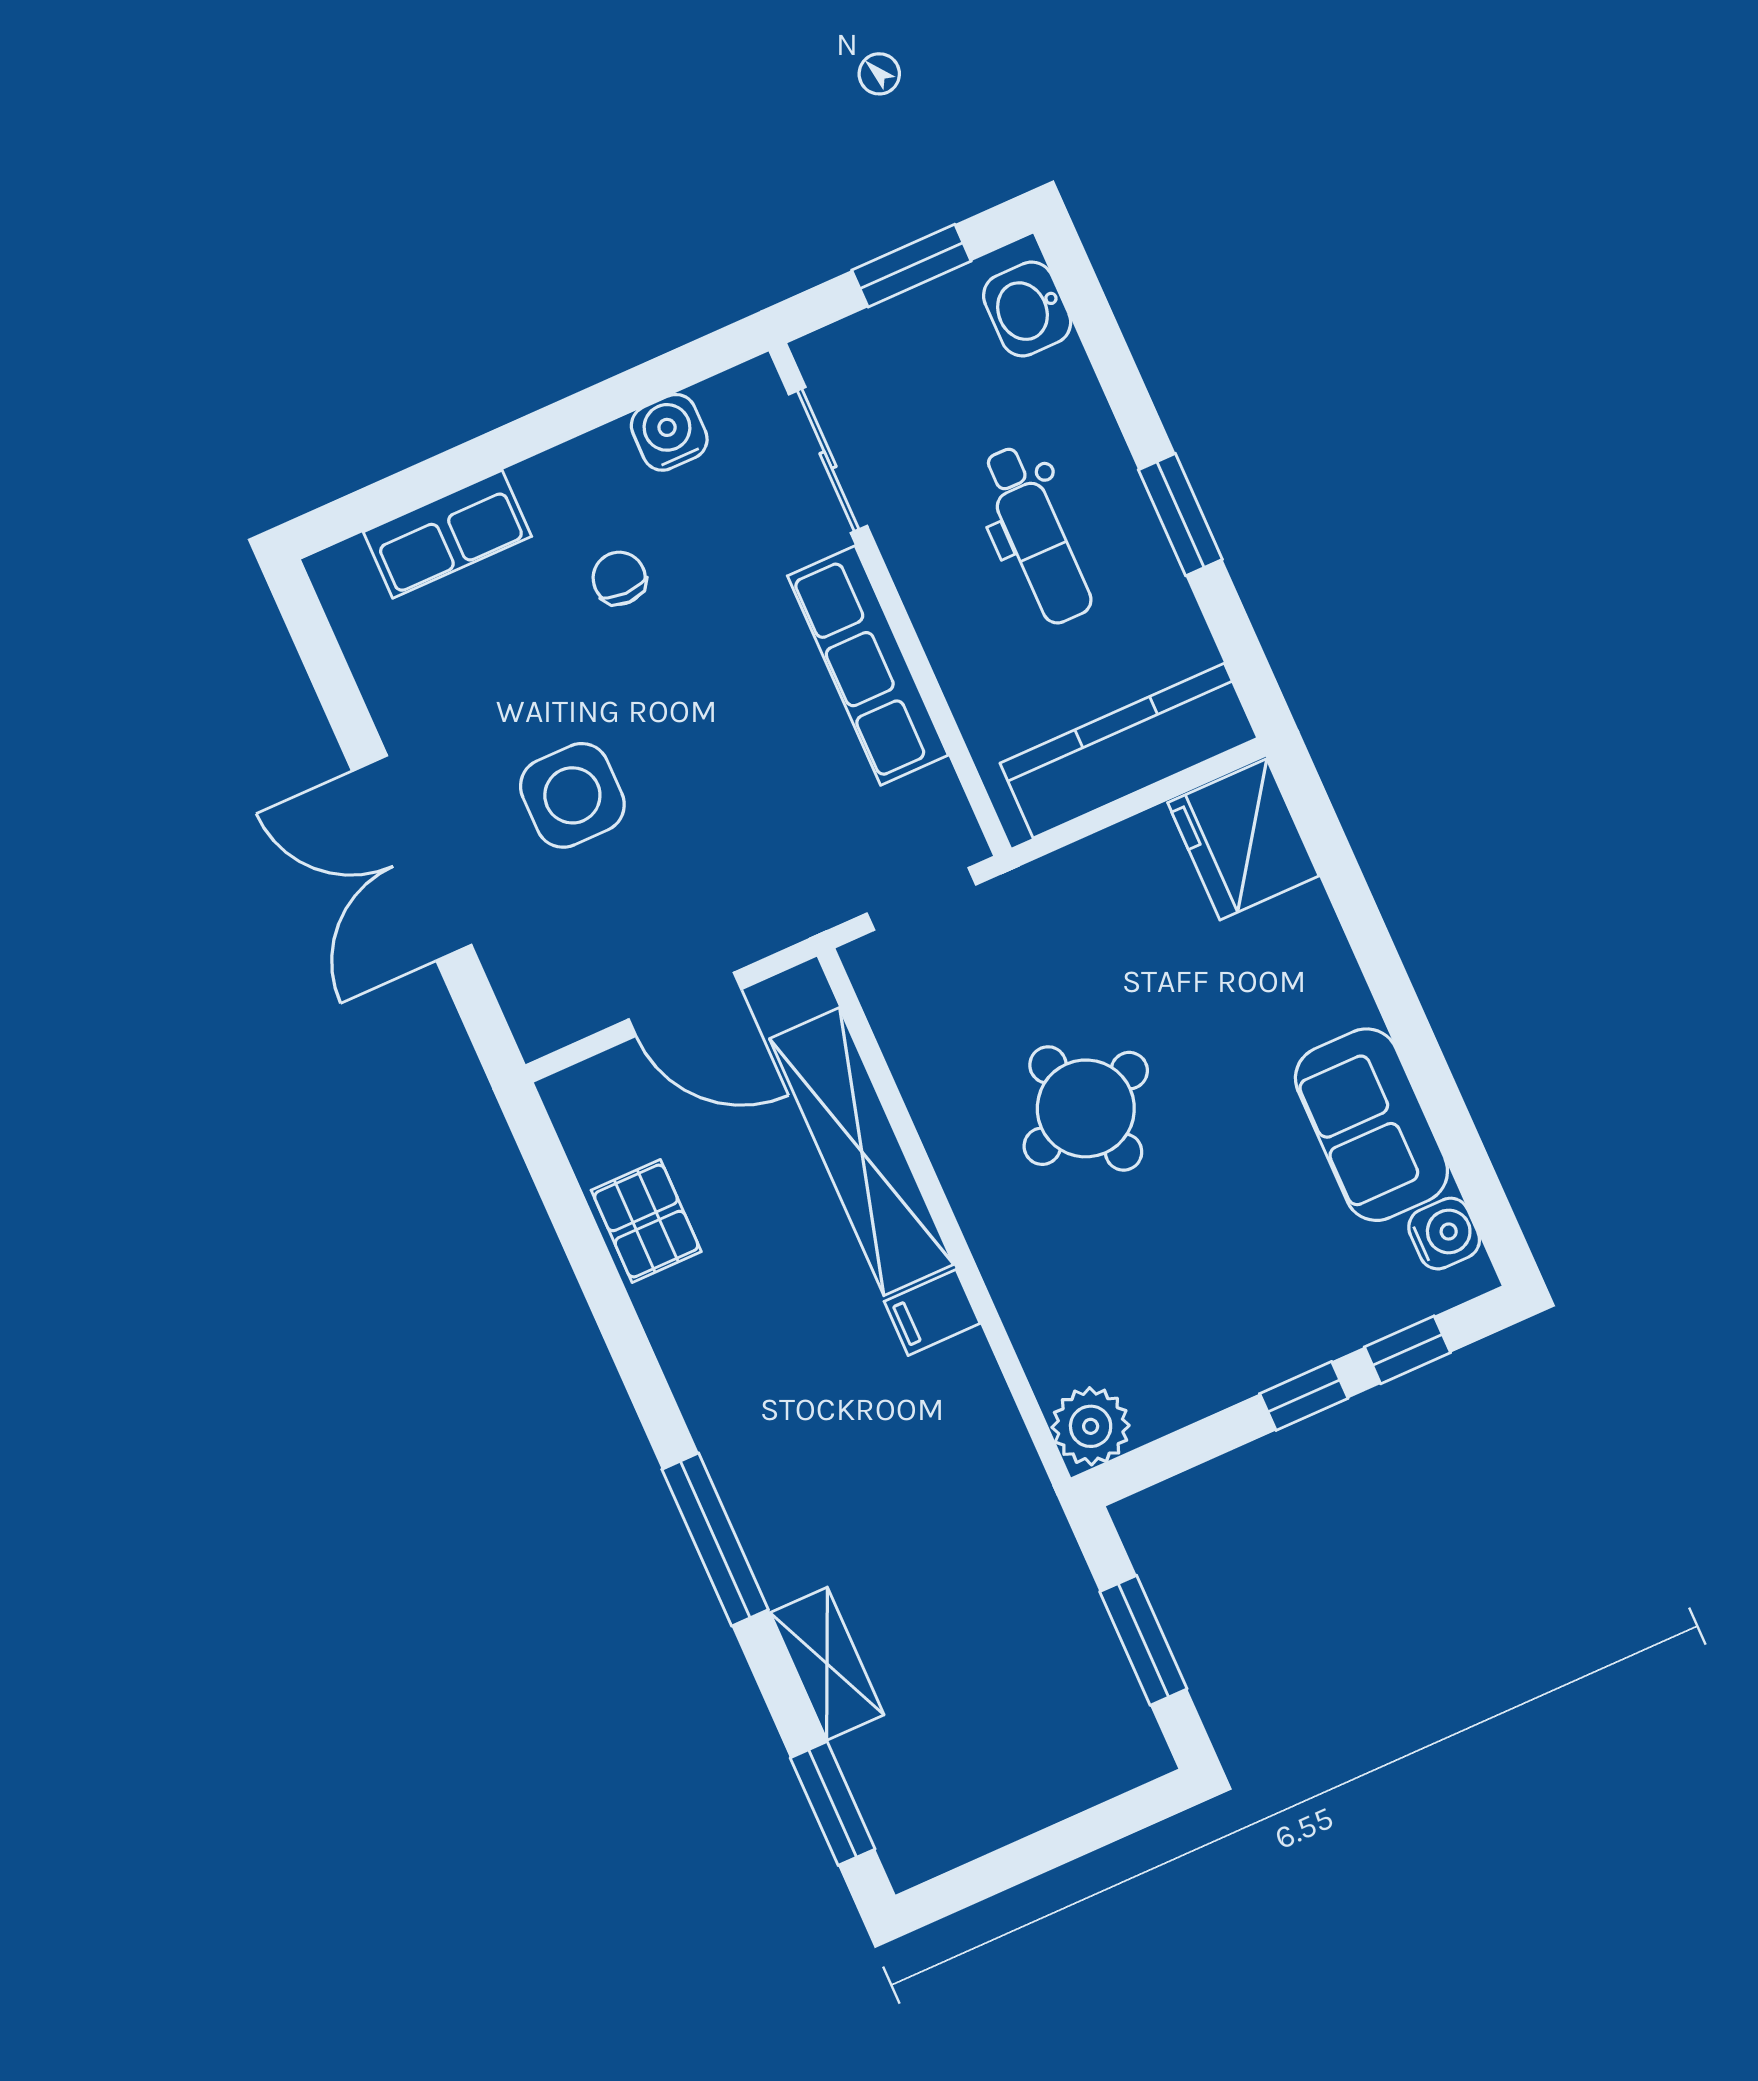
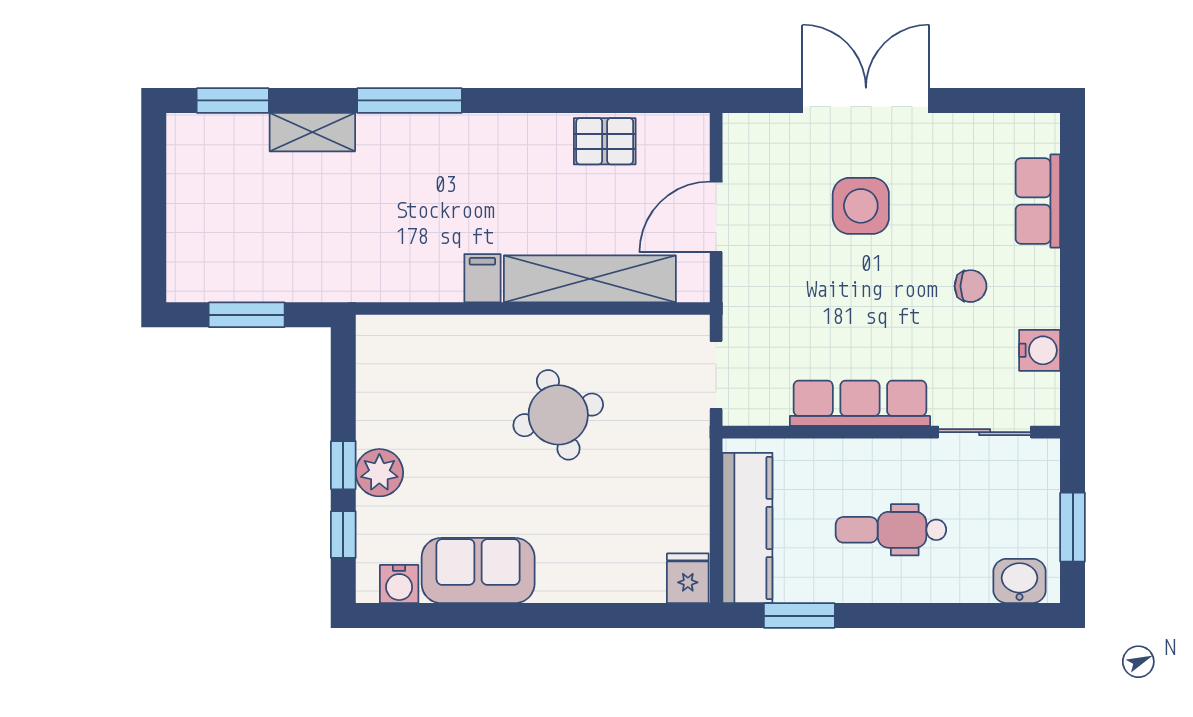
window: (1180, 515) -> (799, 616), moved
fridge: (1243, 839) -> (688, 578), width x0.53, depth x0.75
plant: (1091, 1426) -> (379, 473), moved

